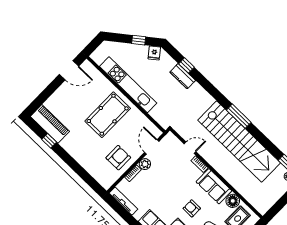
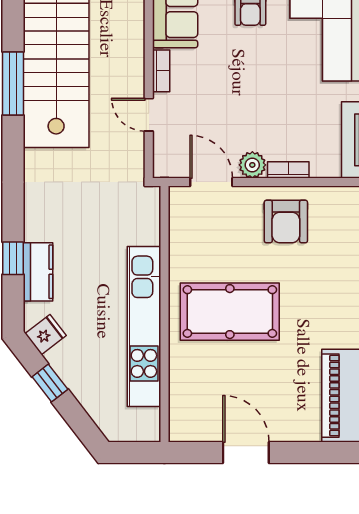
door: (69, 70) -> (246, 452), moved
kitchen counter: (183, 76) -> (38, 272), moved
door: (152, 147) -> (211, 182), swing flipped
armchair: (118, 158) -> (286, 222), turned -90

